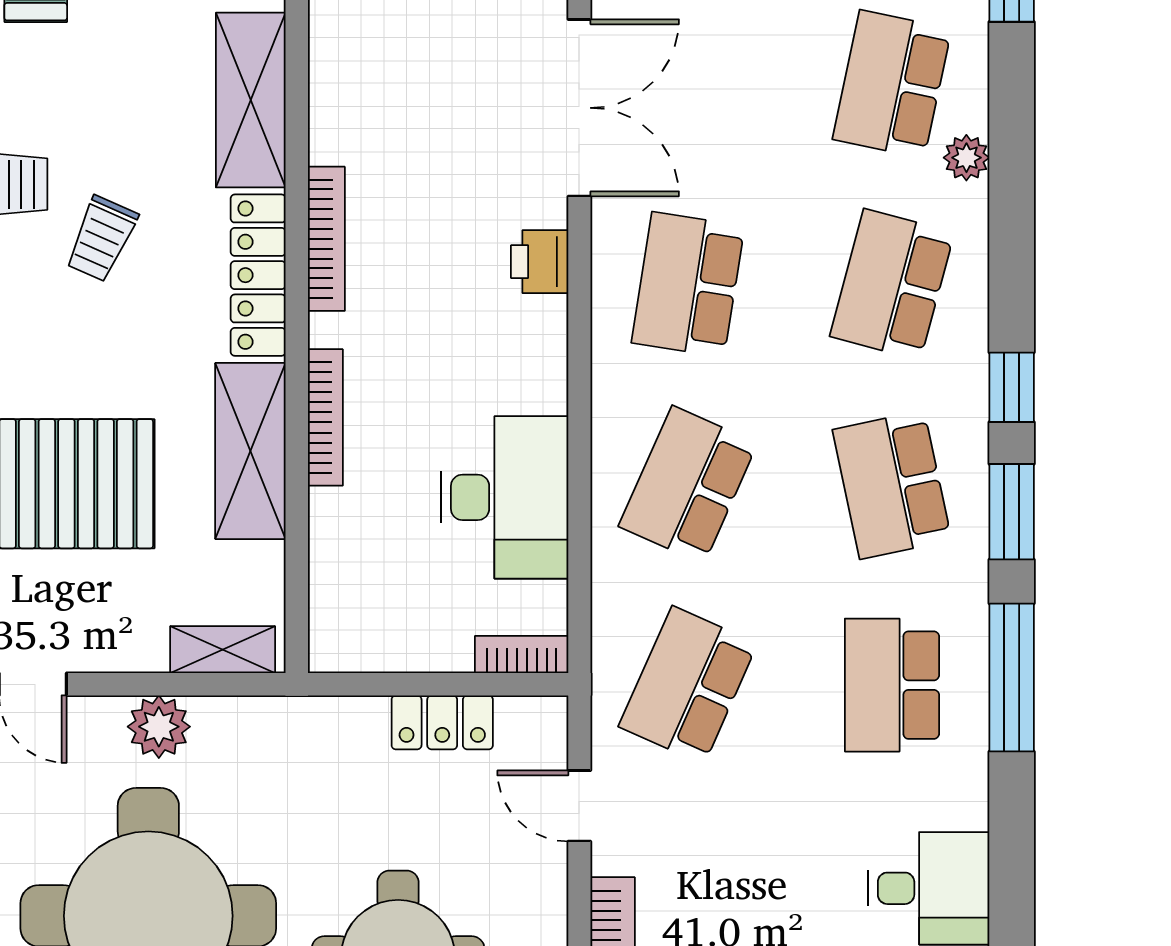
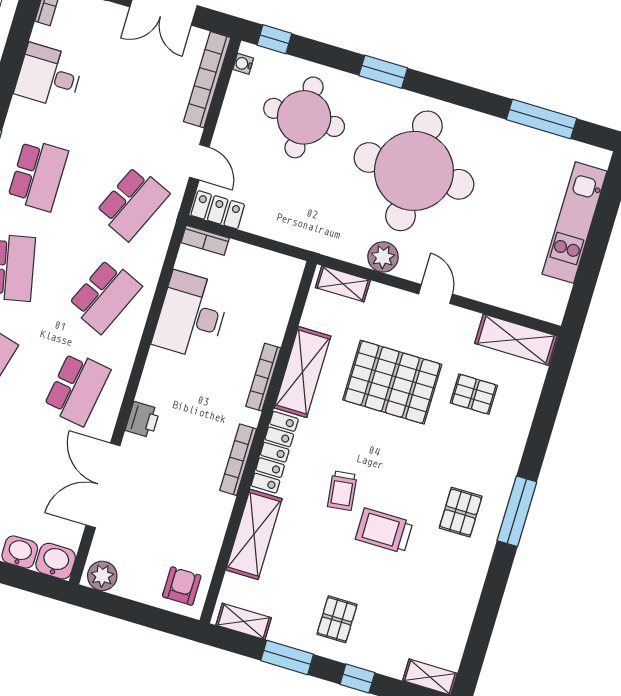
trolley: (101, 239) -> (342, 491), turned 149
locker: (442, 722) -> (218, 210), moved

